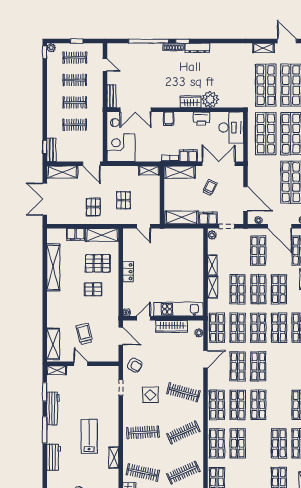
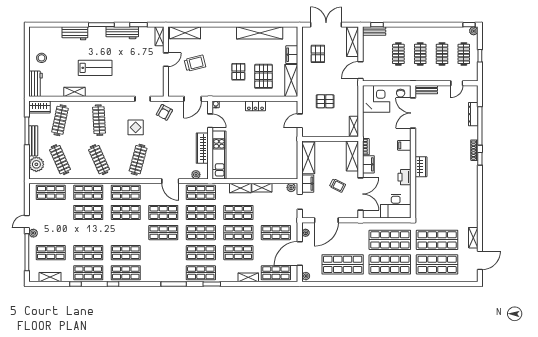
dresser: (197, 48) -> (473, 114), moved
plant: (210, 99) -> (423, 186), removed
pallet: (93, 207) -> (318, 54), moved, turned 90
shop shelf: (258, 405) -> (126, 253), moved

